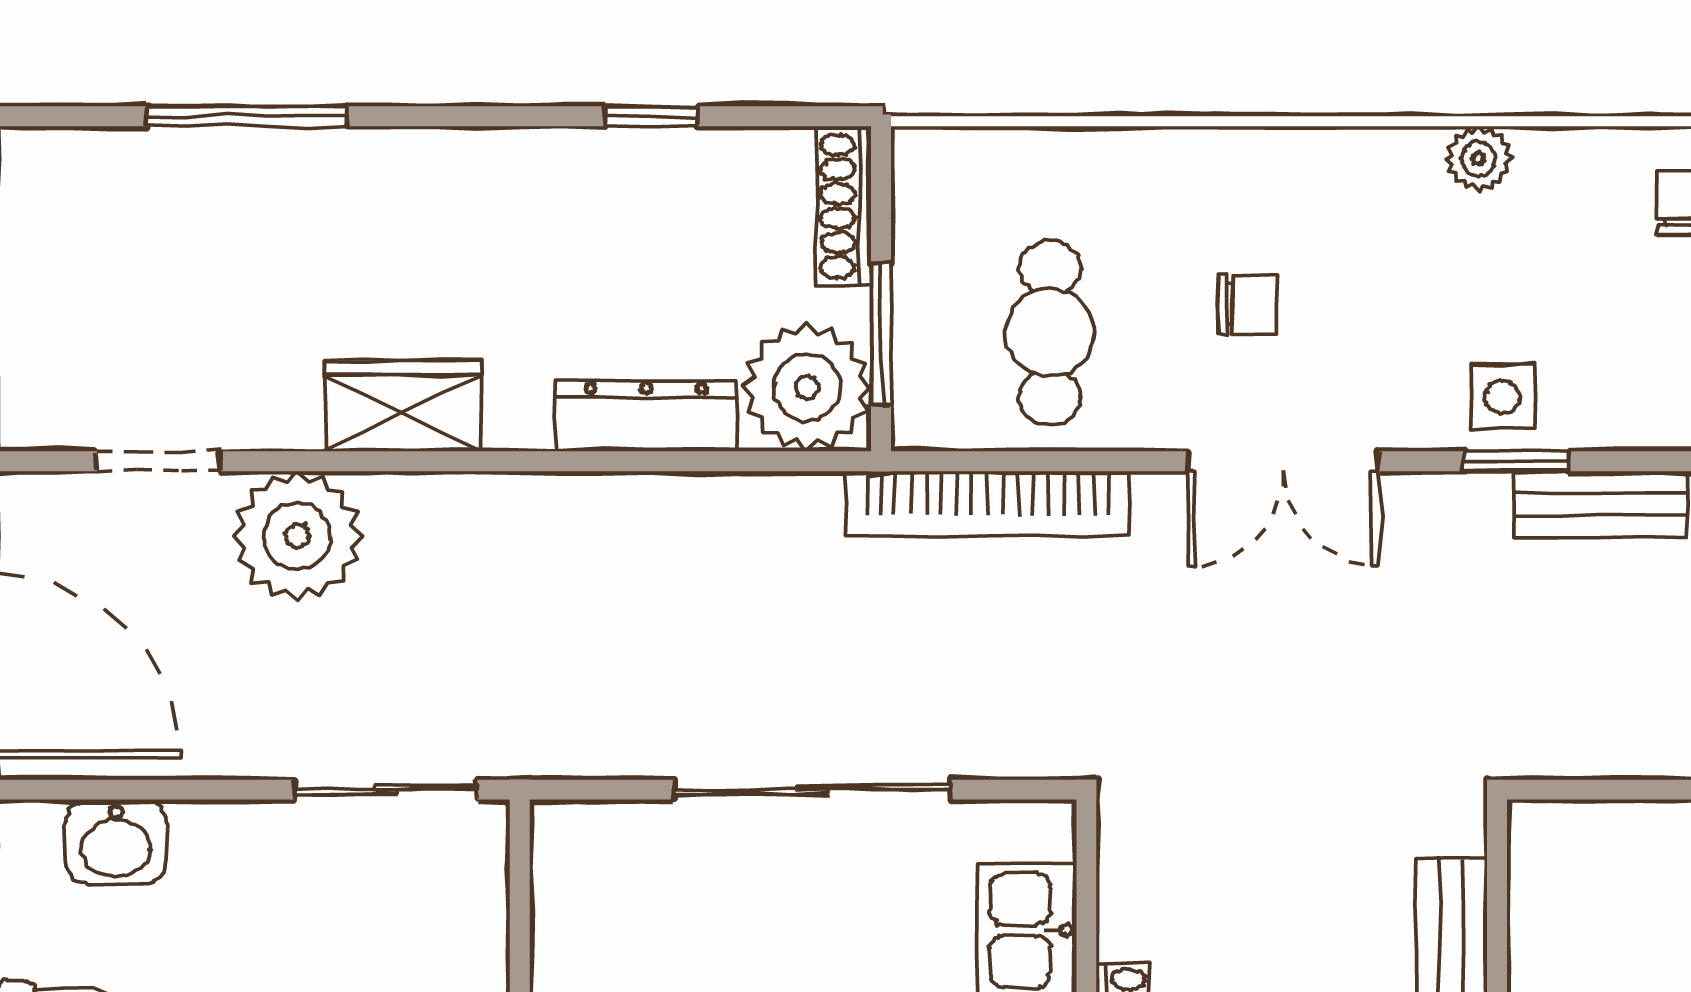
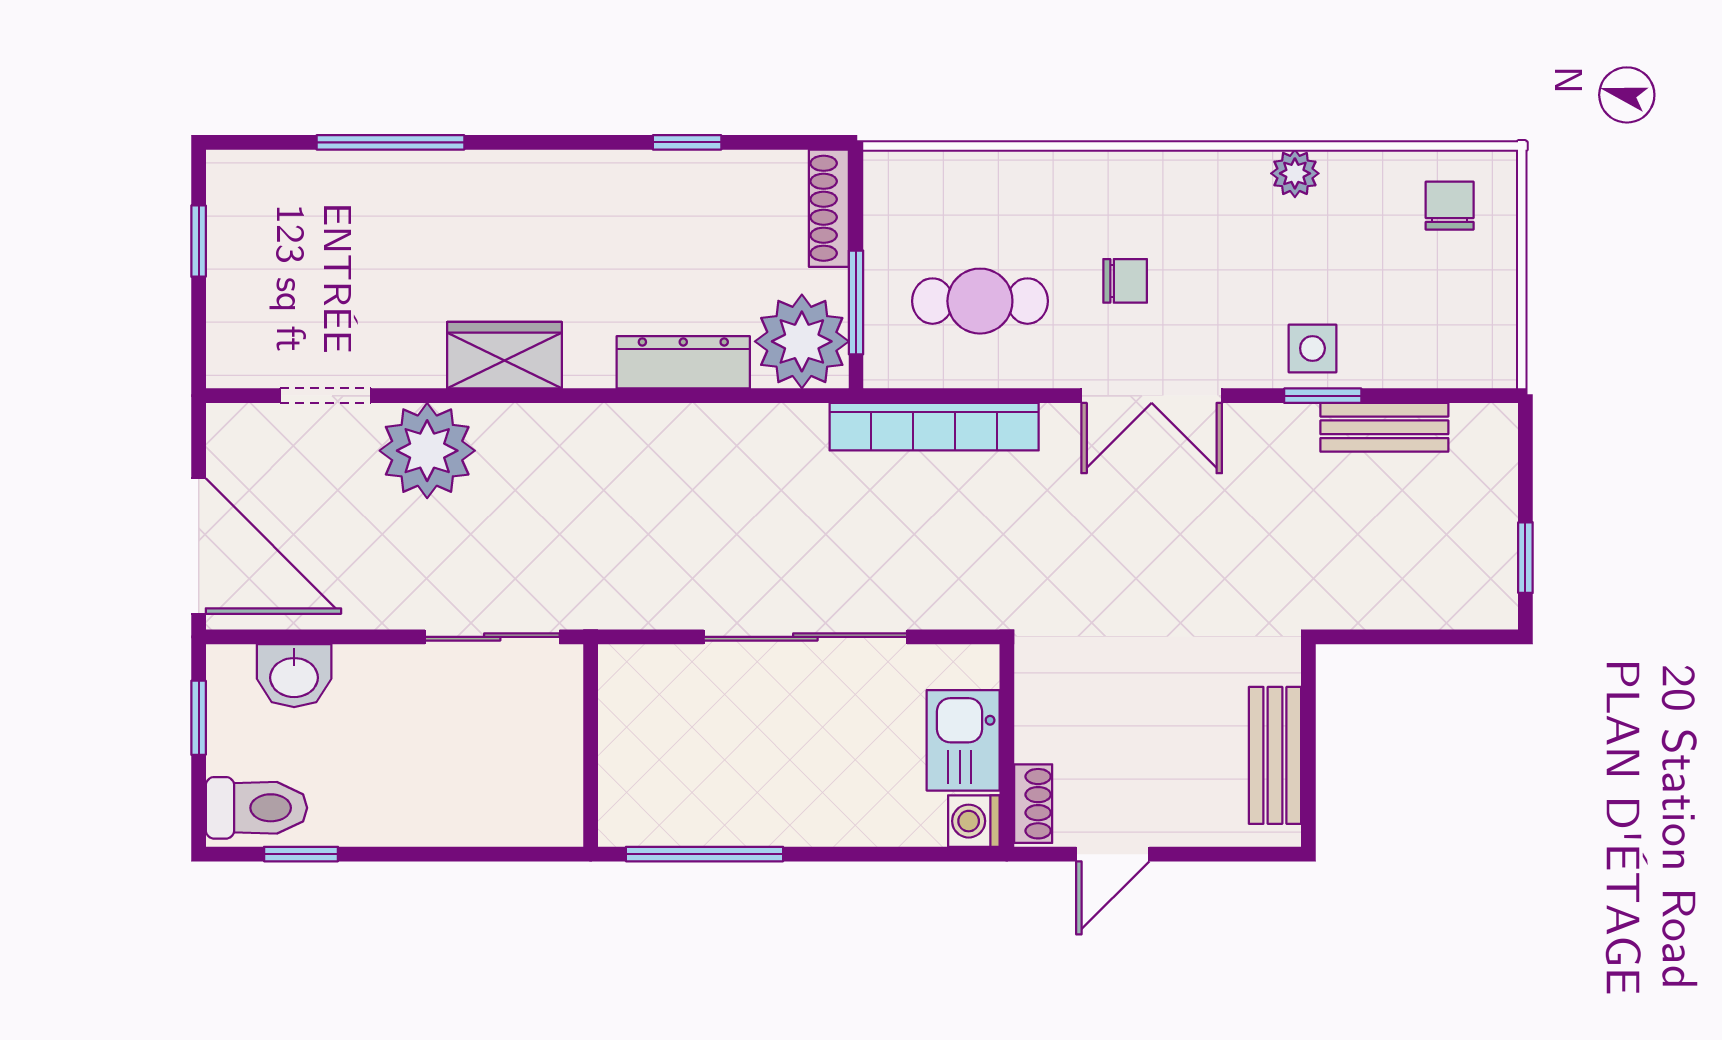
cafe table: (1050, 332) -> (980, 301), turned 90

